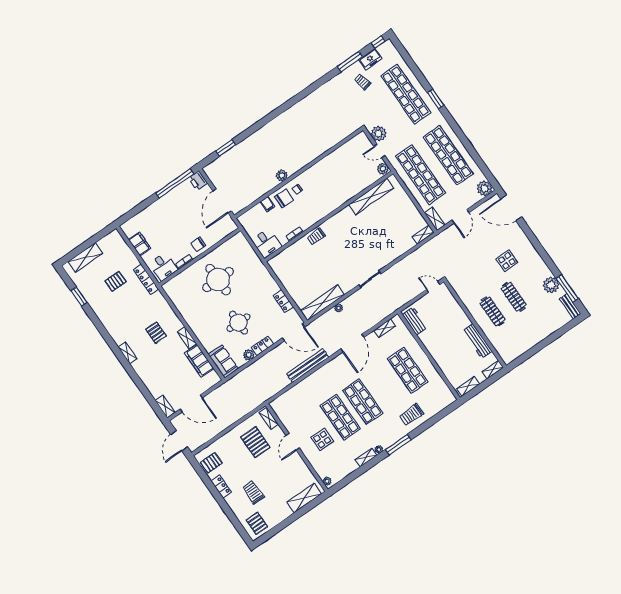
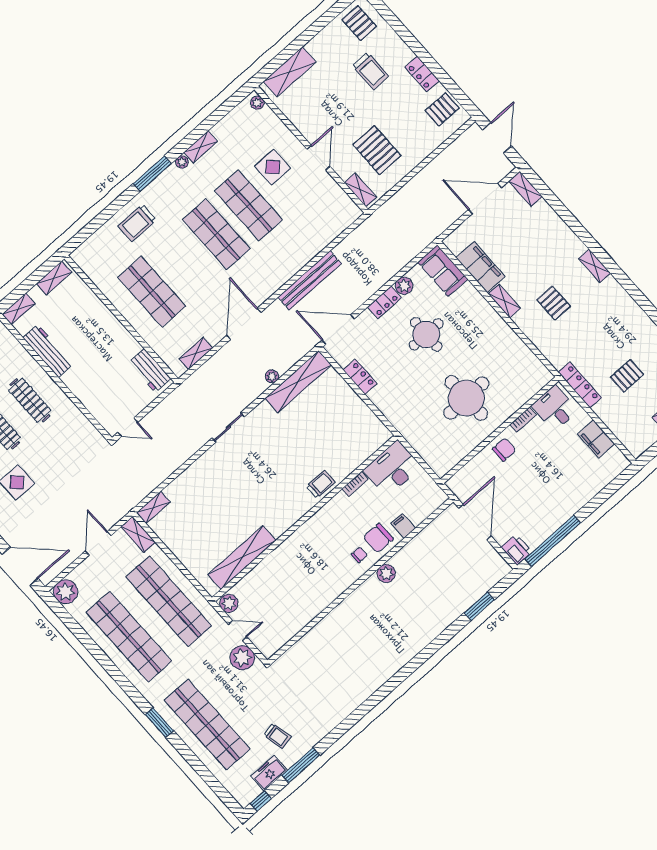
desk: (267, 243) -> (392, 469), width x1.37
trolley: (412, 415) -> (137, 223), turned 180

